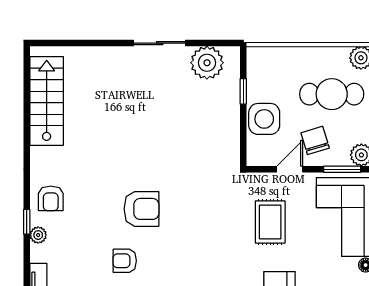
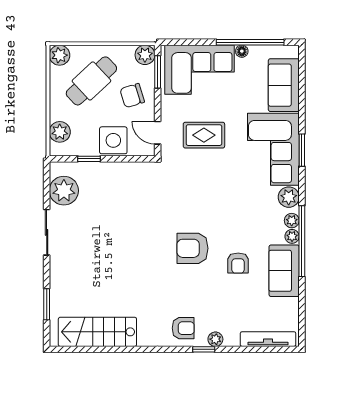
window: (78, 43) -> (47, 304), added
plant: (274, 58) -> (60, 132), added
cafe table: (332, 94) -> (91, 81), turned 47
door: (290, 169) -> (158, 133), moved
armchair: (141, 209) -> (192, 248), turned -90

